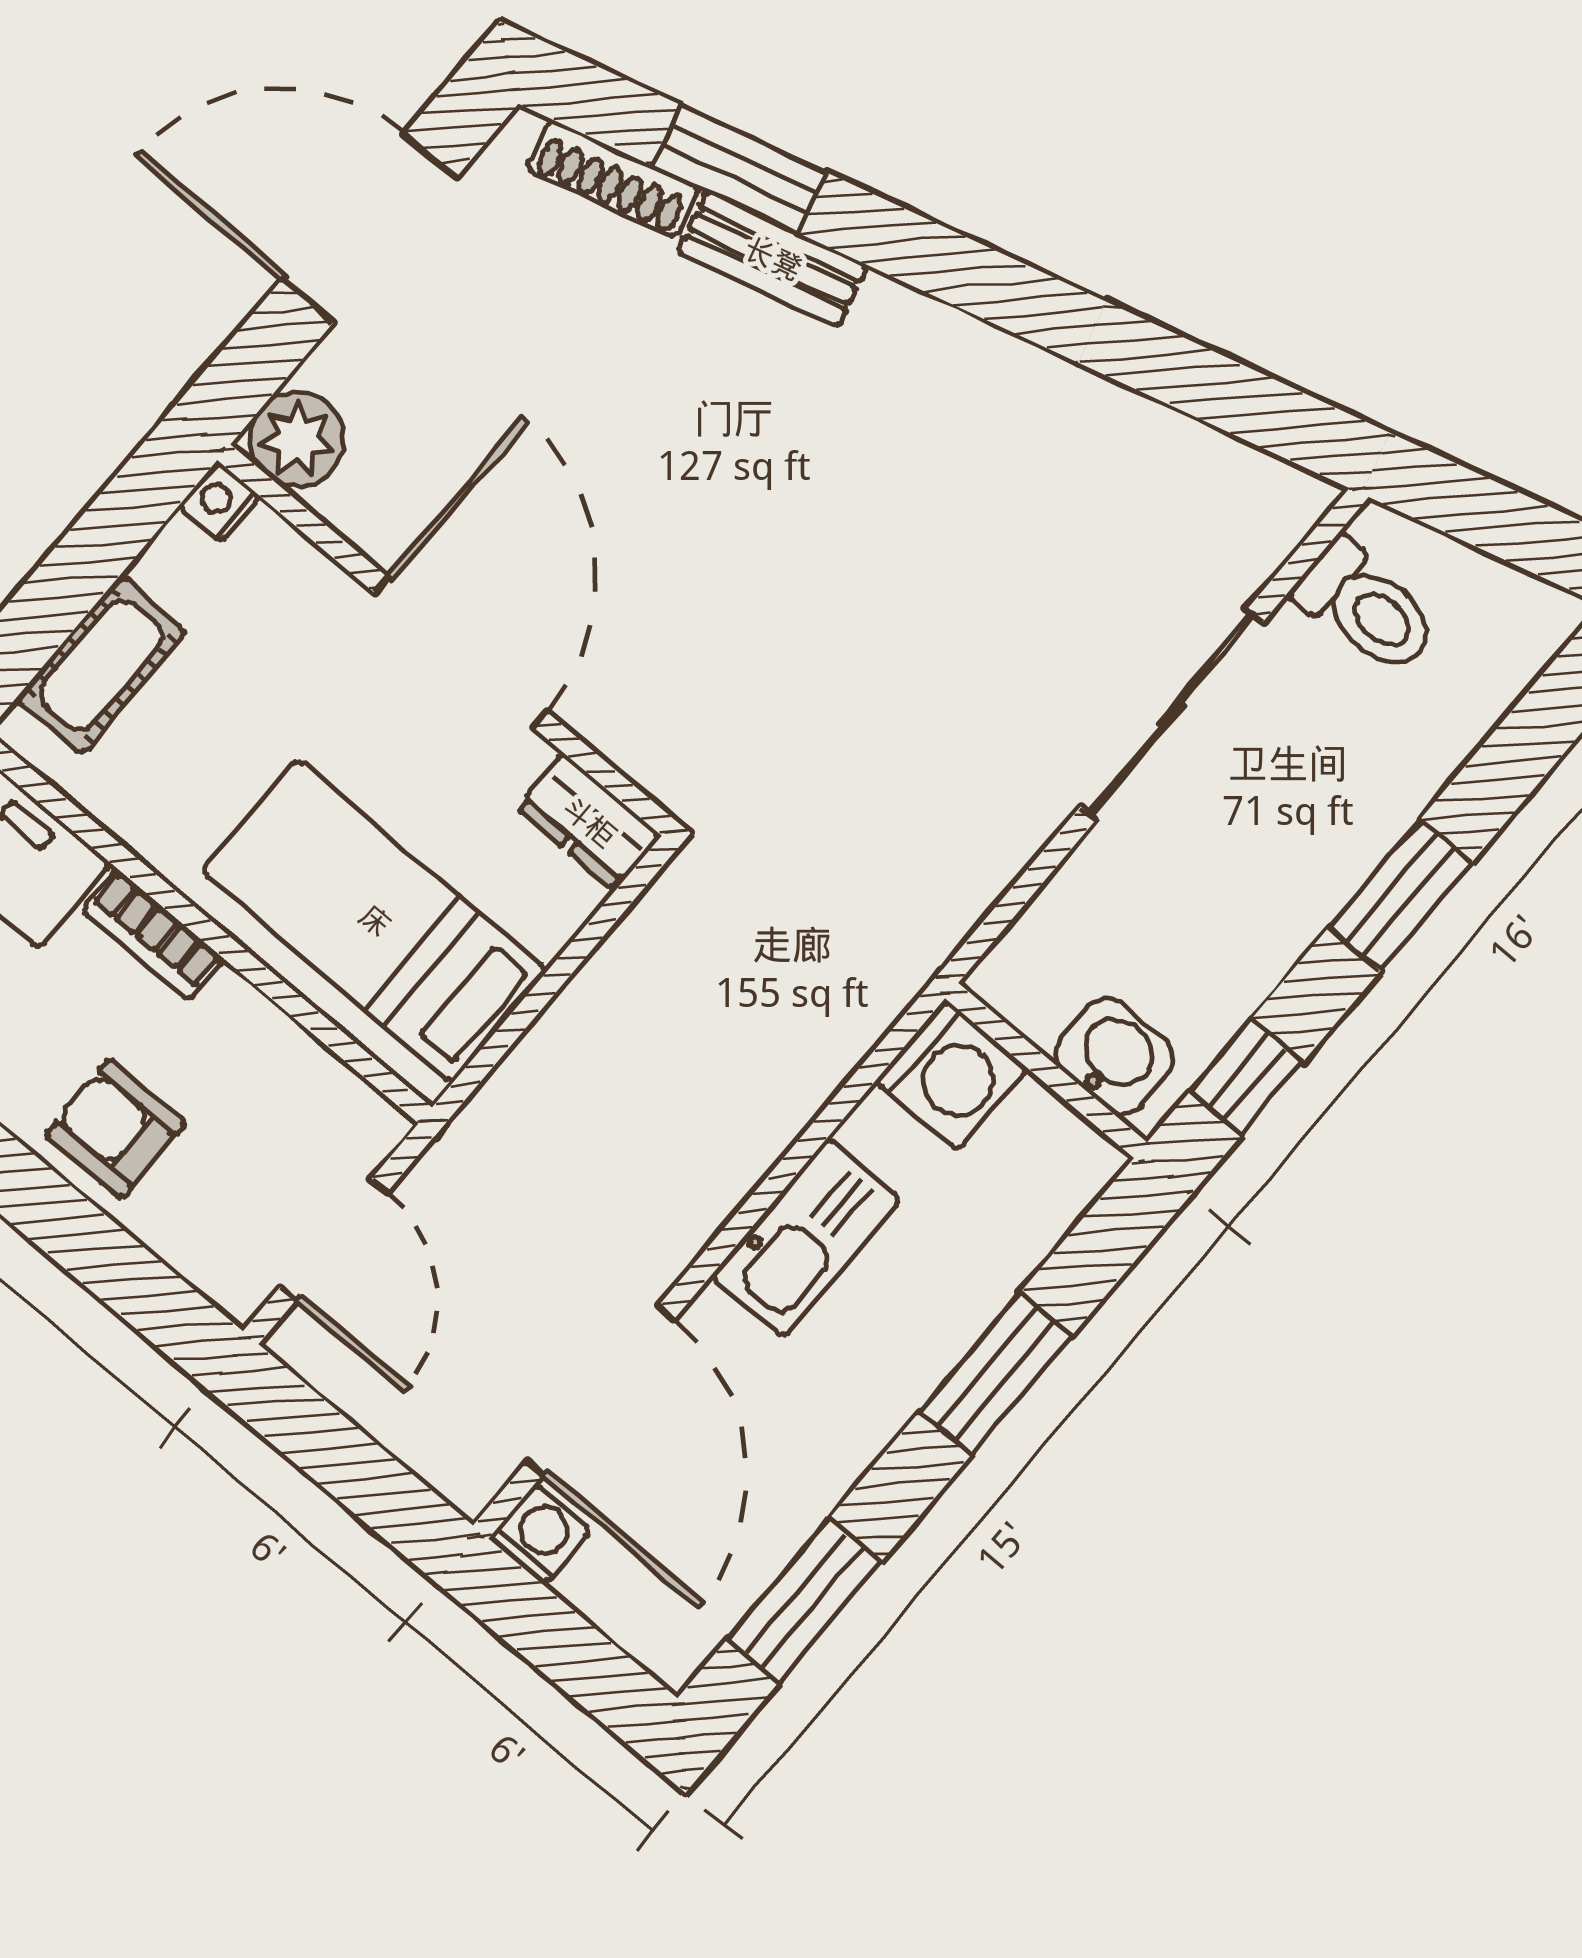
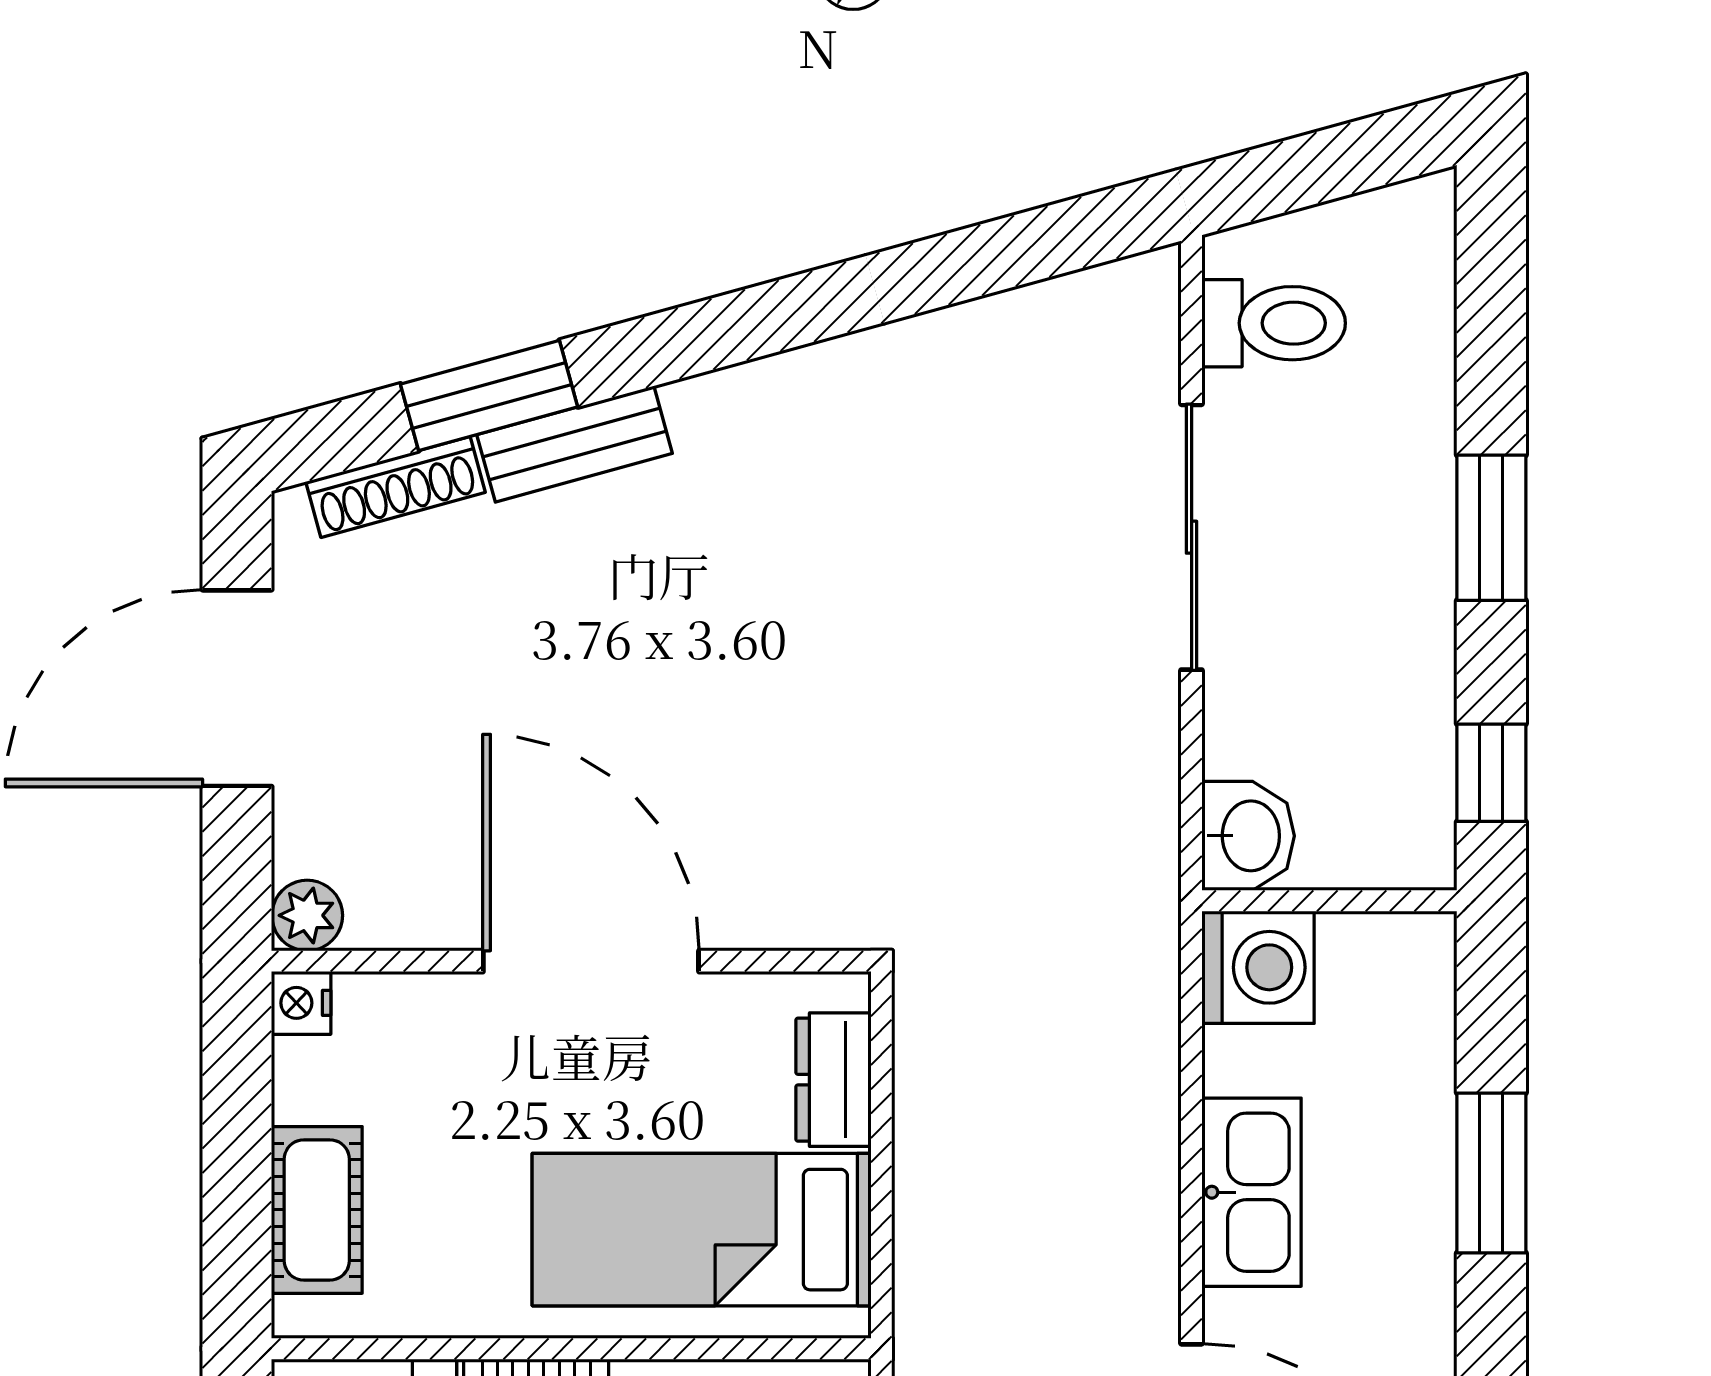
plant: (297, 439) -> (307, 915), width x0.73, depth x0.73
dresser: (589, 822) -> (833, 1080), moved, turned 90
washbasin: (1114, 1056) -> (1248, 836), moved, turned 90

